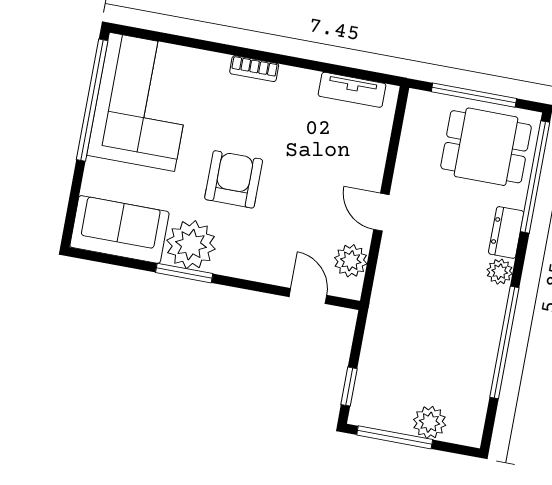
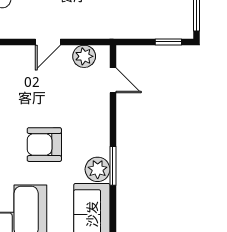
plant: (191, 245) -> (98, 169), width x0.73, depth x0.73
door: (308, 296) -> (113, 80), swing flipped

